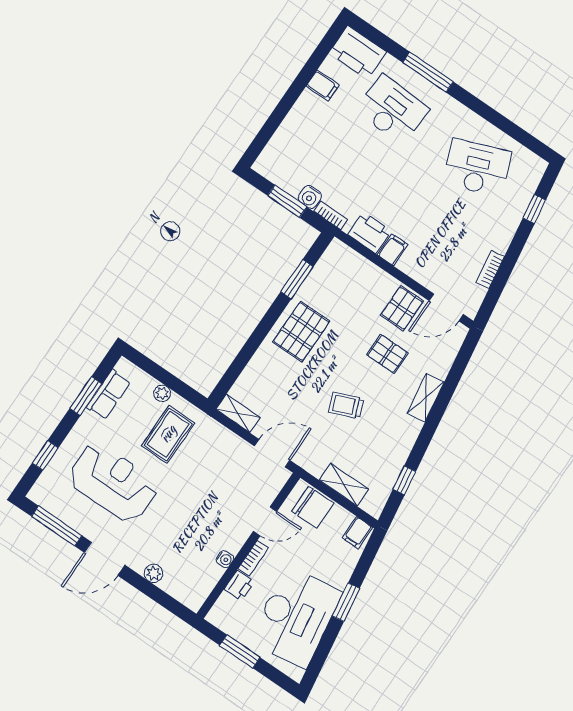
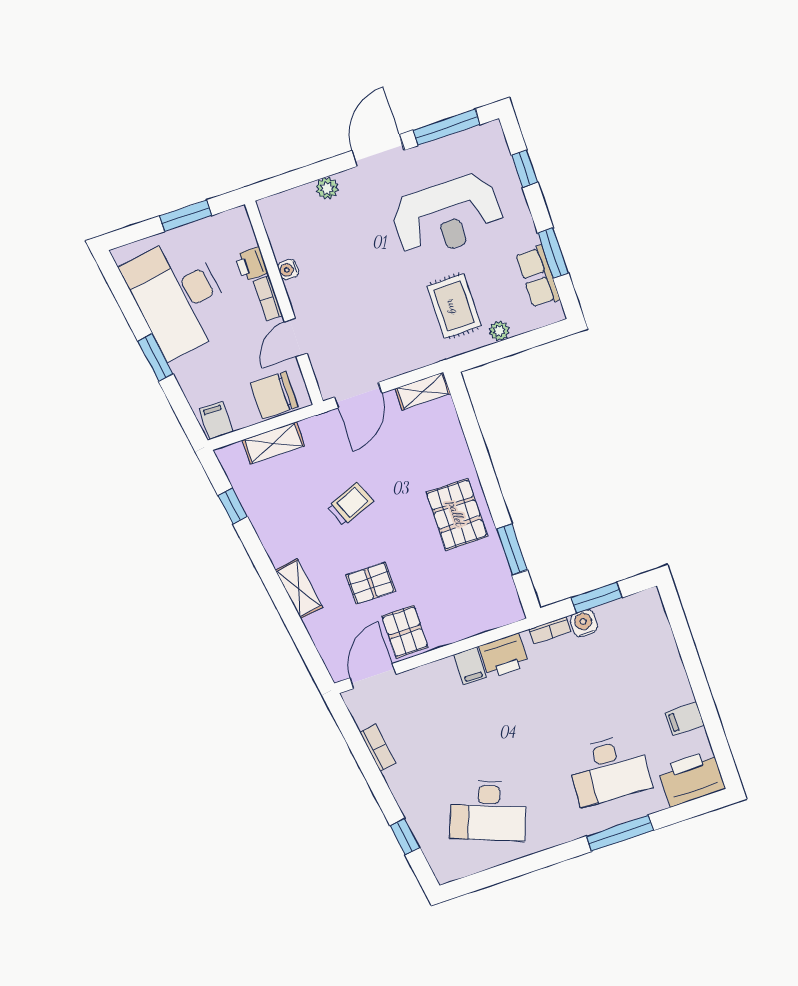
desk: (477, 168) -> (488, 811), turned 42

